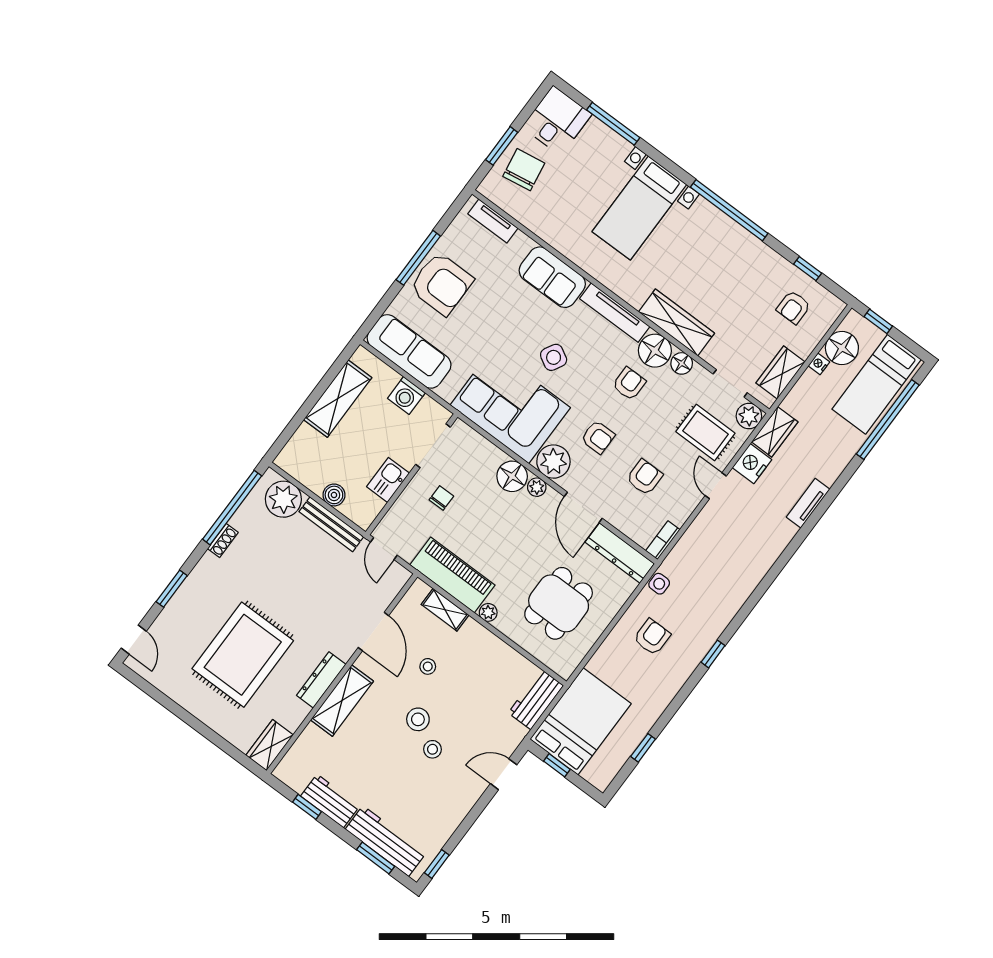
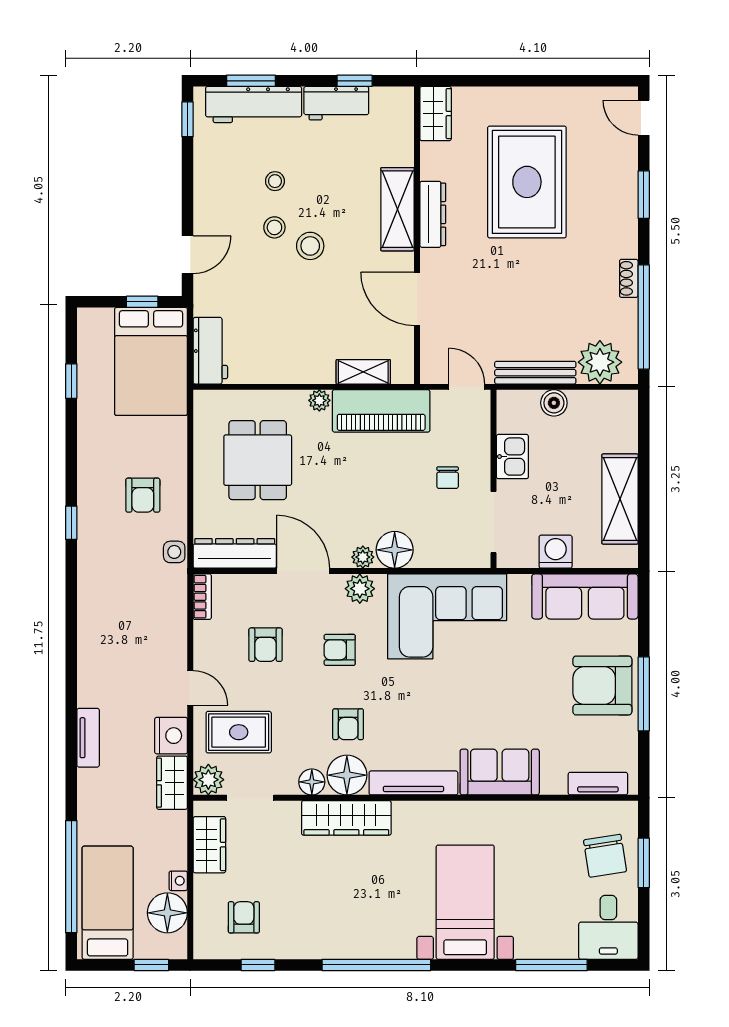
side table: (554, 357) -> (440, 695), removed
plant: (553, 462) -> (360, 589), width x0.73, depth x0.73
stool: (428, 666) -> (275, 181), moved

